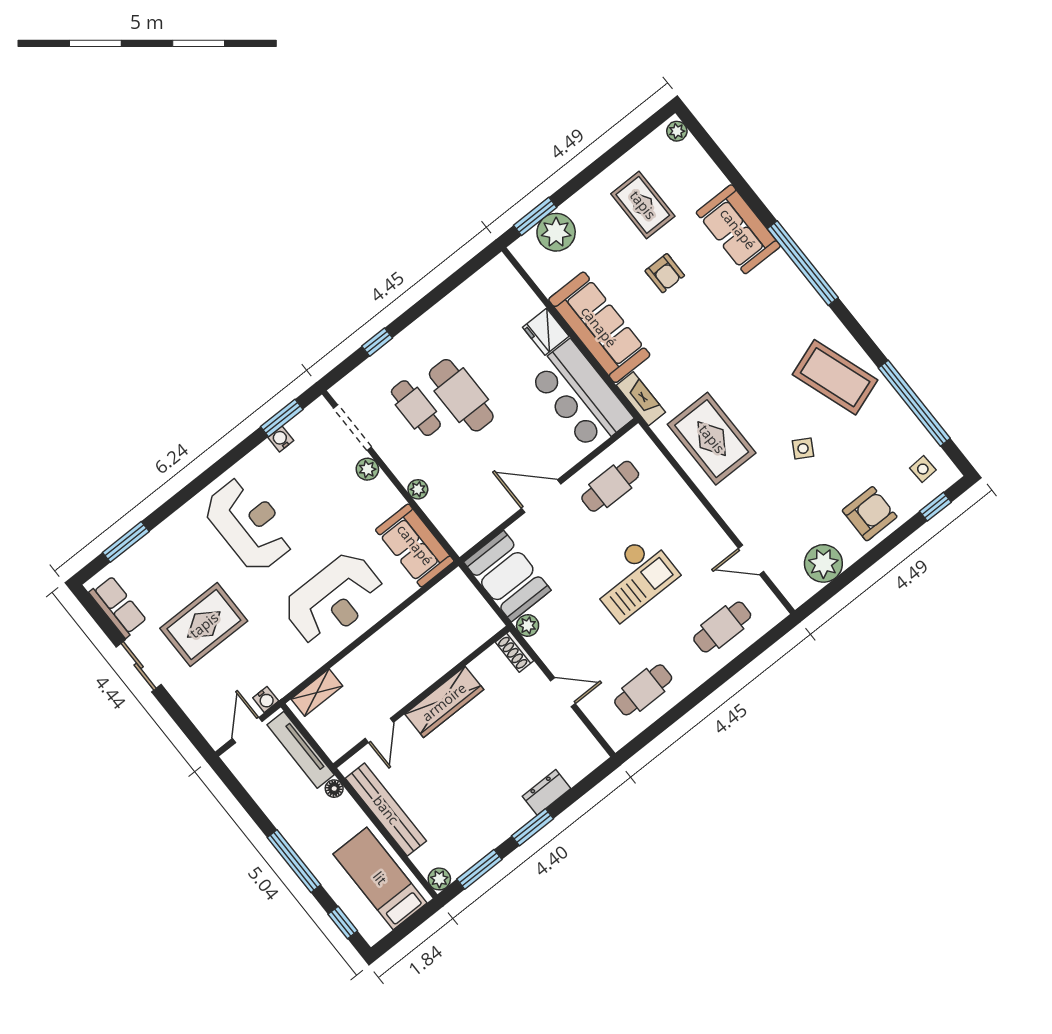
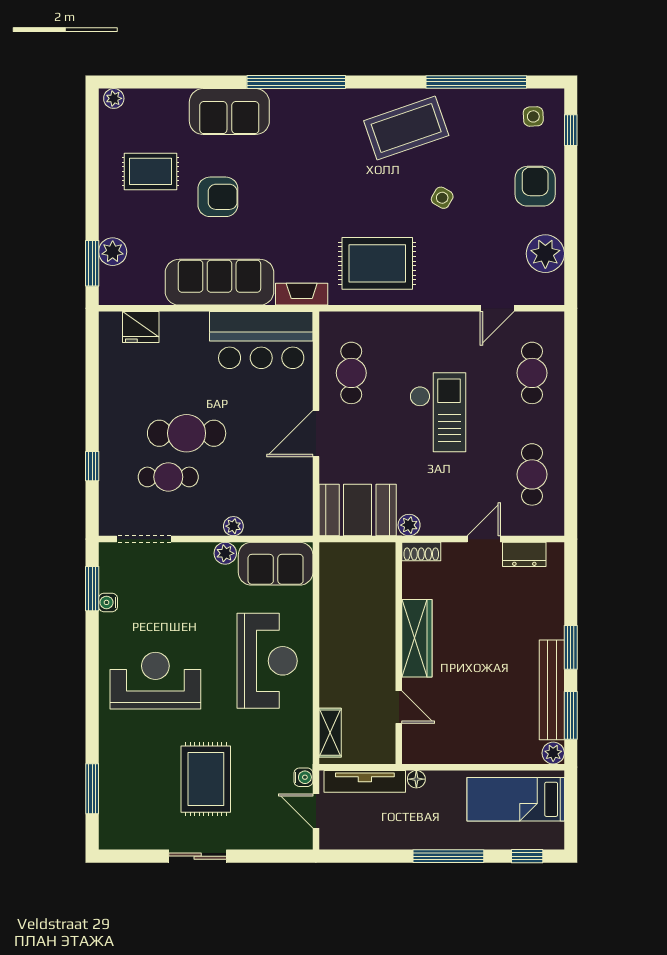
plant: (556, 232) -> (113, 252), width x0.73, depth x0.73
armchair: (665, 273) -> (218, 197), width x1.38, depth x1.38
fridge: (546, 332) -> (141, 327), moved
plant: (367, 469) -> (225, 553), moved
row of seats: (118, 607) -> (138, 835), removed
dresser: (546, 792) -> (524, 554), moved, turned -90
bench: (386, 810) -> (552, 690), moved, turned 90

